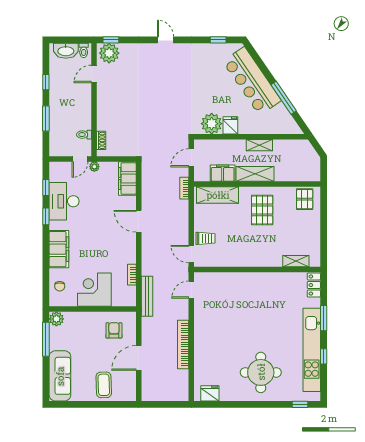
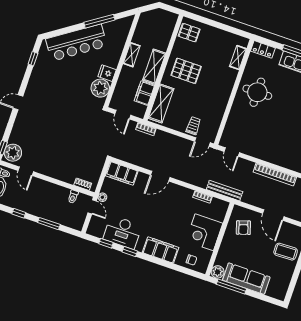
round table: (266, 295) -> (257, 92), added
armchair: (114, 330) -> (243, 228), turned -108
sofa: (60, 376) -> (246, 279), moved

